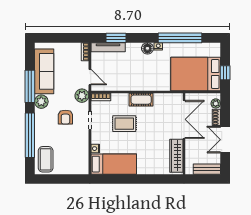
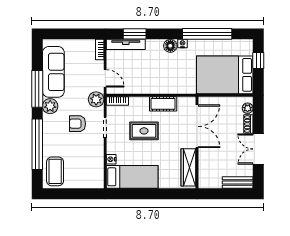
window: (225, 73) -> (258, 61), moved
armchair: (65, 117) -> (77, 124), turned 90
double door: (184, 119) -> (197, 126), moved
wall: (184, 134) -> (197, 142), moved
wardrobe: (176, 156) -> (188, 167), moved

